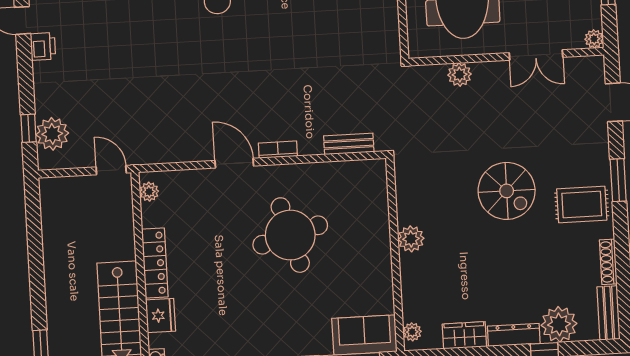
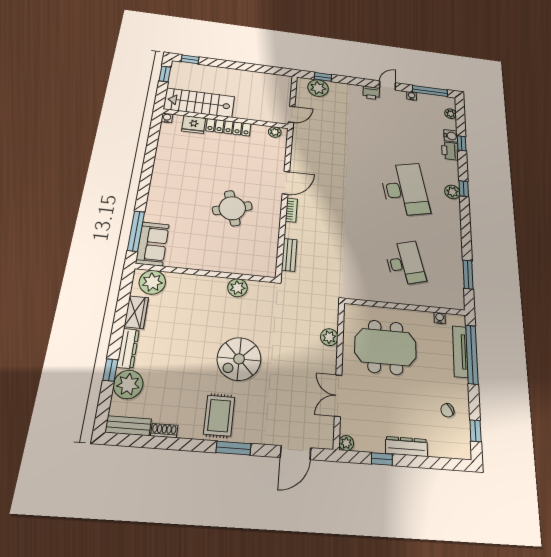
round table: (290, 235) -> (232, 208), width x0.73, depth x0.73
plant: (411, 239) -> (237, 288), moved
shoe rack: (608, 262) -> (164, 431), width x0.70
plant: (412, 332) -> (152, 282), width x1.88, depth x1.88

